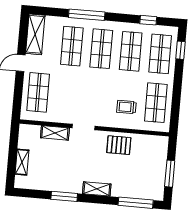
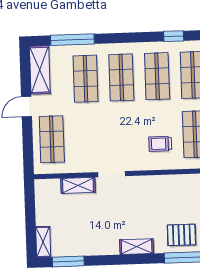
window: (87, 15) -> (72, 40), moved
pallet: (119, 145) -> (182, 235), moved
shelving: (22, 162) -> (43, 242), moved
window: (64, 196) -> (68, 261), moved

